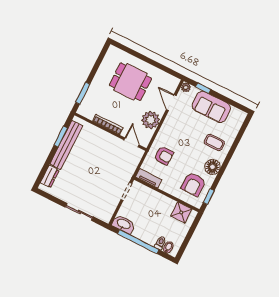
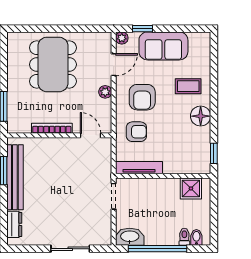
dining table: (130, 82) -> (53, 64), width x1.38
door: (171, 103) -> (114, 65), swing flipped
plant: (151, 120) -> (105, 92), width x0.53, depth x0.53
tv unit: (149, 178) -> (139, 168), width x1.41
armchair: (193, 184) -> (142, 97), moved

